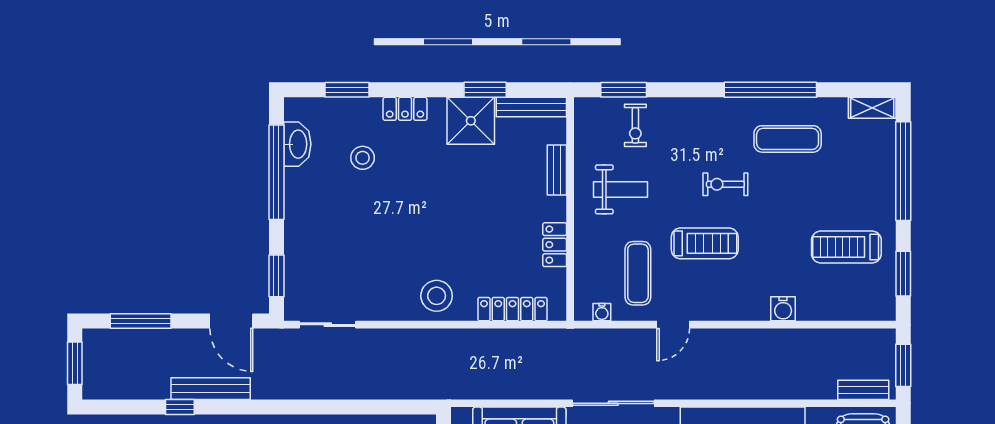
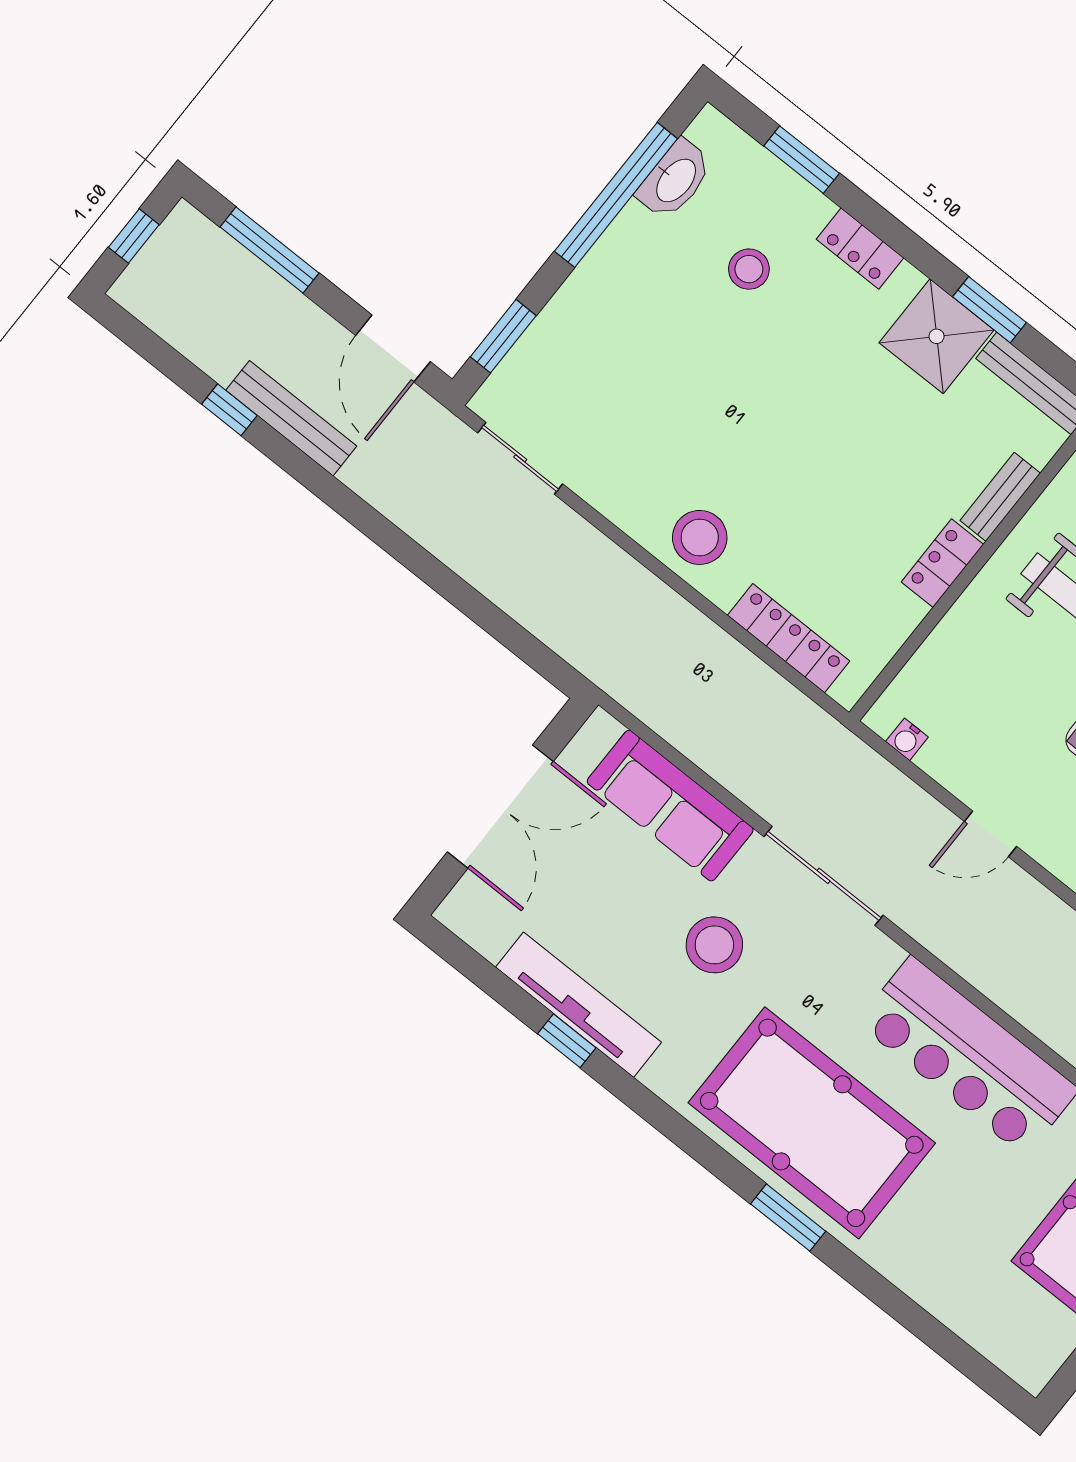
locker: (555, 245) -> (942, 563), moved
exercise mat: (638, 273) -> (998, 726), removed
window: (75, 363) -> (134, 236), width x0.67

